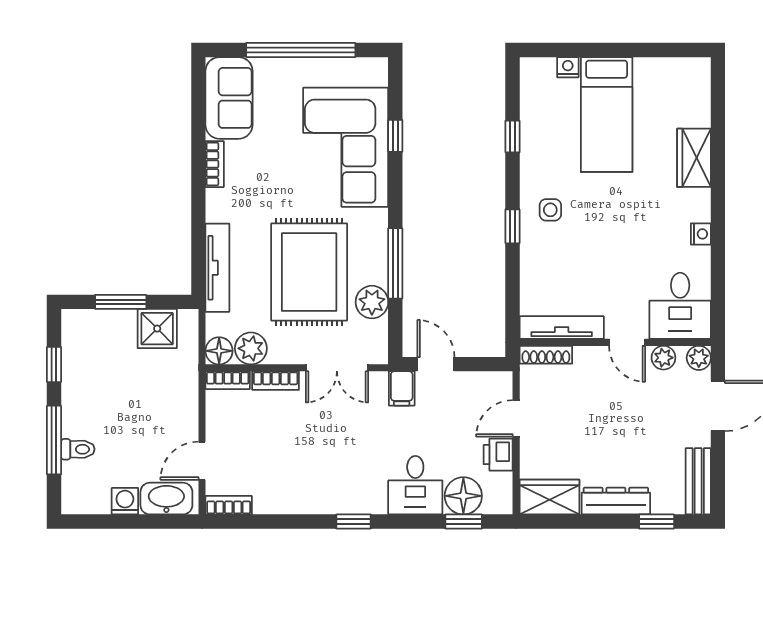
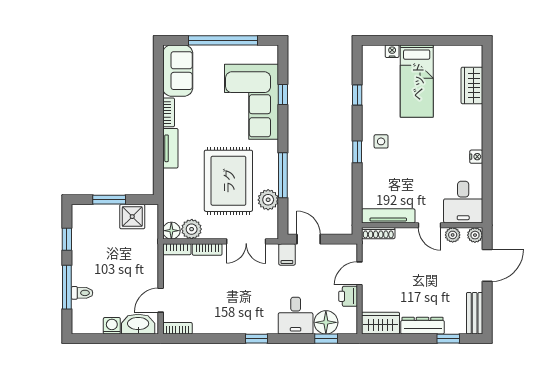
wardrobe: (694, 158) -> (472, 85), moved
tv unit: (217, 268) -> (170, 148), moved, width x0.71

